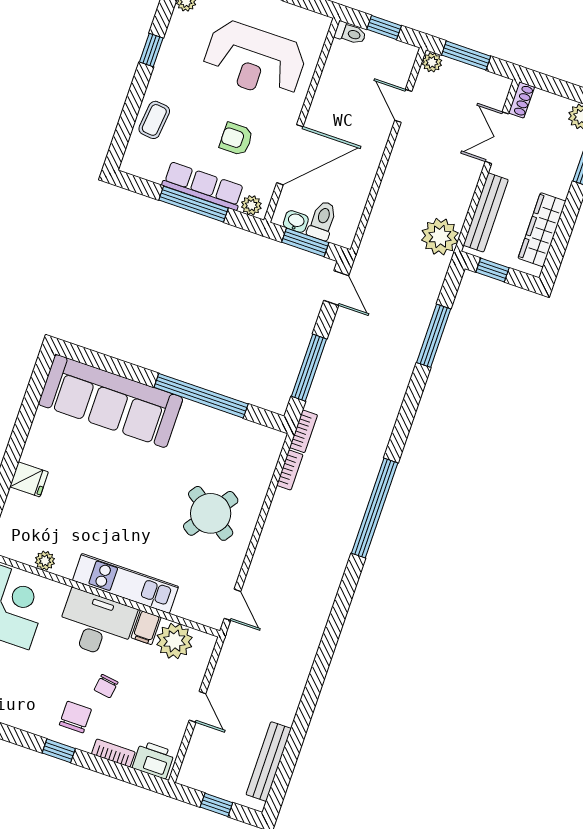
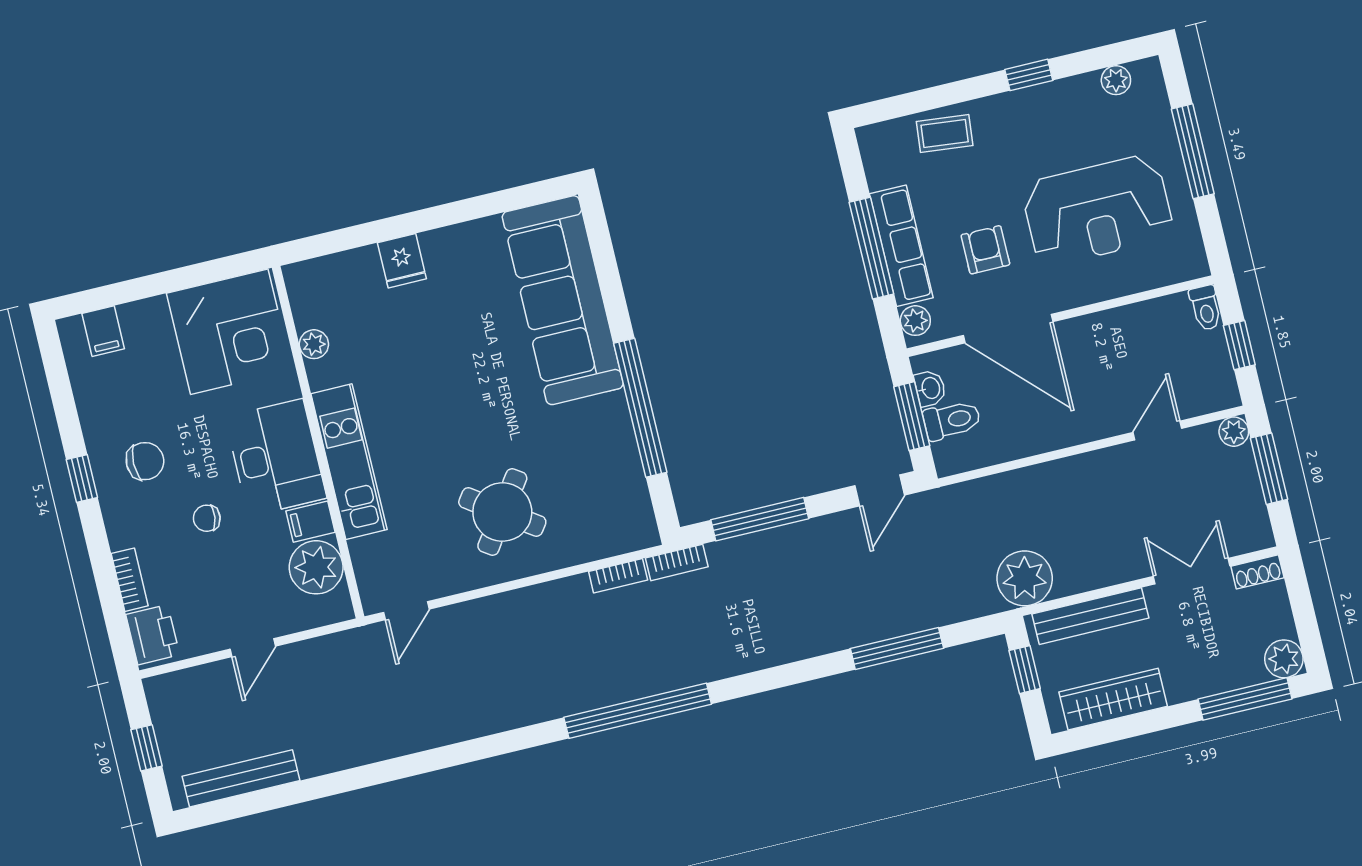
reception desk: (255, 60) -> (1098, 210), turned -90
chair: (75, 717) -> (145, 461), moved
window: (59, 751) -> (82, 478), moved

